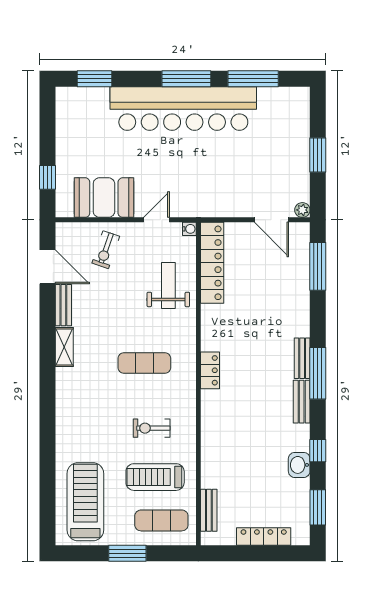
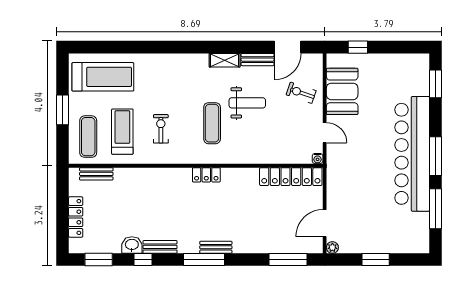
weight bench: (168, 286) -> (247, 103), moved
bench: (302, 402) -> (160, 247), moved

